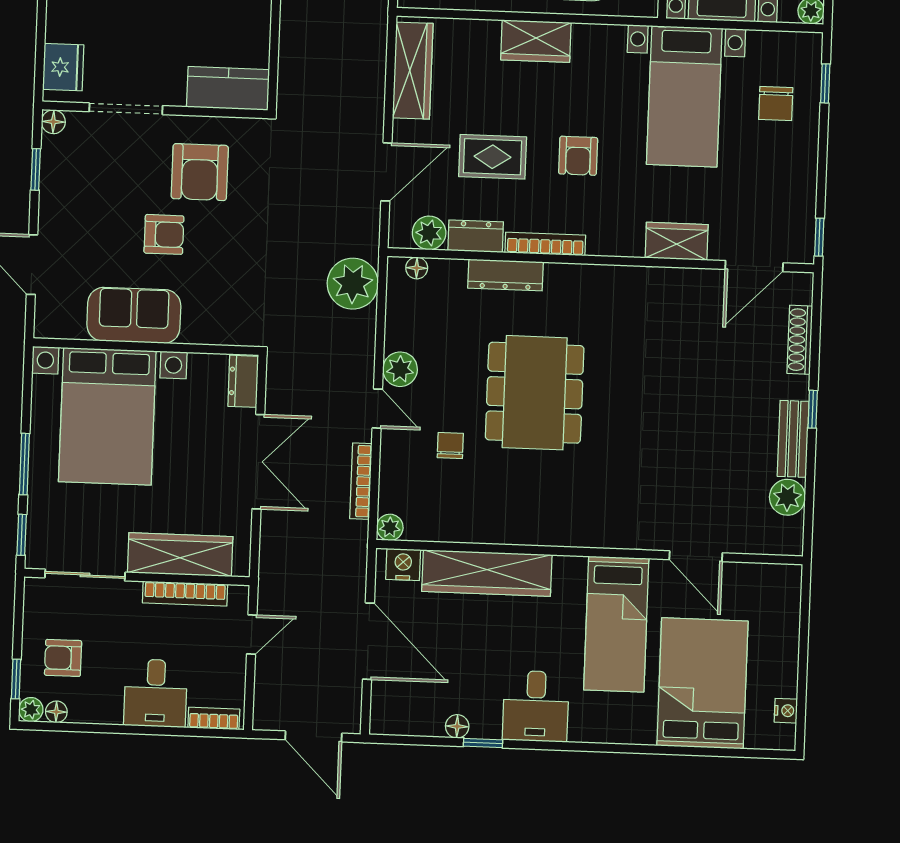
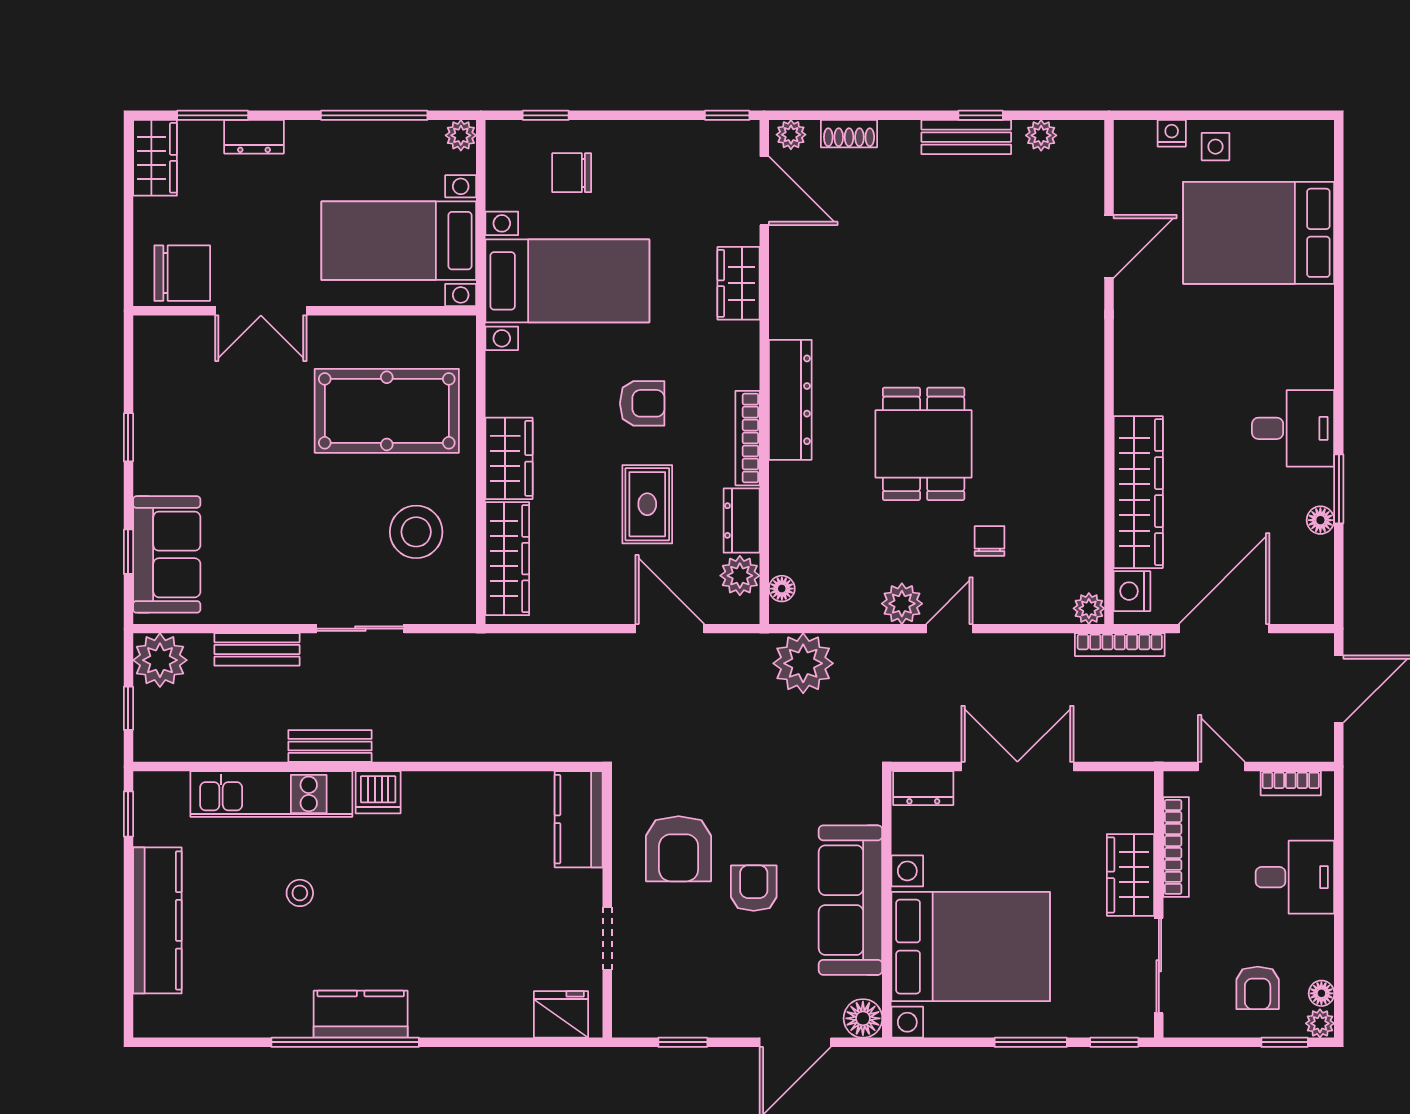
wardrobe: (413, 71) -> (507, 559), moved, turned 90
chair: (776, 104) -> (572, 173), turned 180
doorway: (126, 109) -> (607, 939), width x0.73
floor lamp: (53, 122) -> (863, 1018), moved, width x1.37, depth x1.37
armchair: (200, 172) -> (679, 849), turned 90
dresser: (505, 275) -> (790, 400), moved, width x1.37, depth x1.24
plant: (801, 291) -> (791, 135), added
sofa: (134, 315) -> (850, 900), width x1.36
shoe rack: (800, 340) -> (849, 134), width x0.70
dining table: (535, 393) -> (924, 444), width x0.73
window: (813, 409) -> (981, 115), moved
chair: (450, 445) -> (990, 541), turned 90
bookcase: (361, 481) -> (1120, 645), moved
plant: (787, 497) -> (1041, 135), width x0.73, depth x0.73
wardrobe: (180, 555) -> (1130, 875), width x0.67
bed: (616, 624) -> (1193, 337), removed
side table: (777, 650) -> (1215, 147), added
nightstand: (786, 711) -> (1172, 133), moved
bookcase: (214, 718) -> (1291, 783), moved, turned -90
window: (483, 743) -> (1339, 489), width x1.50

